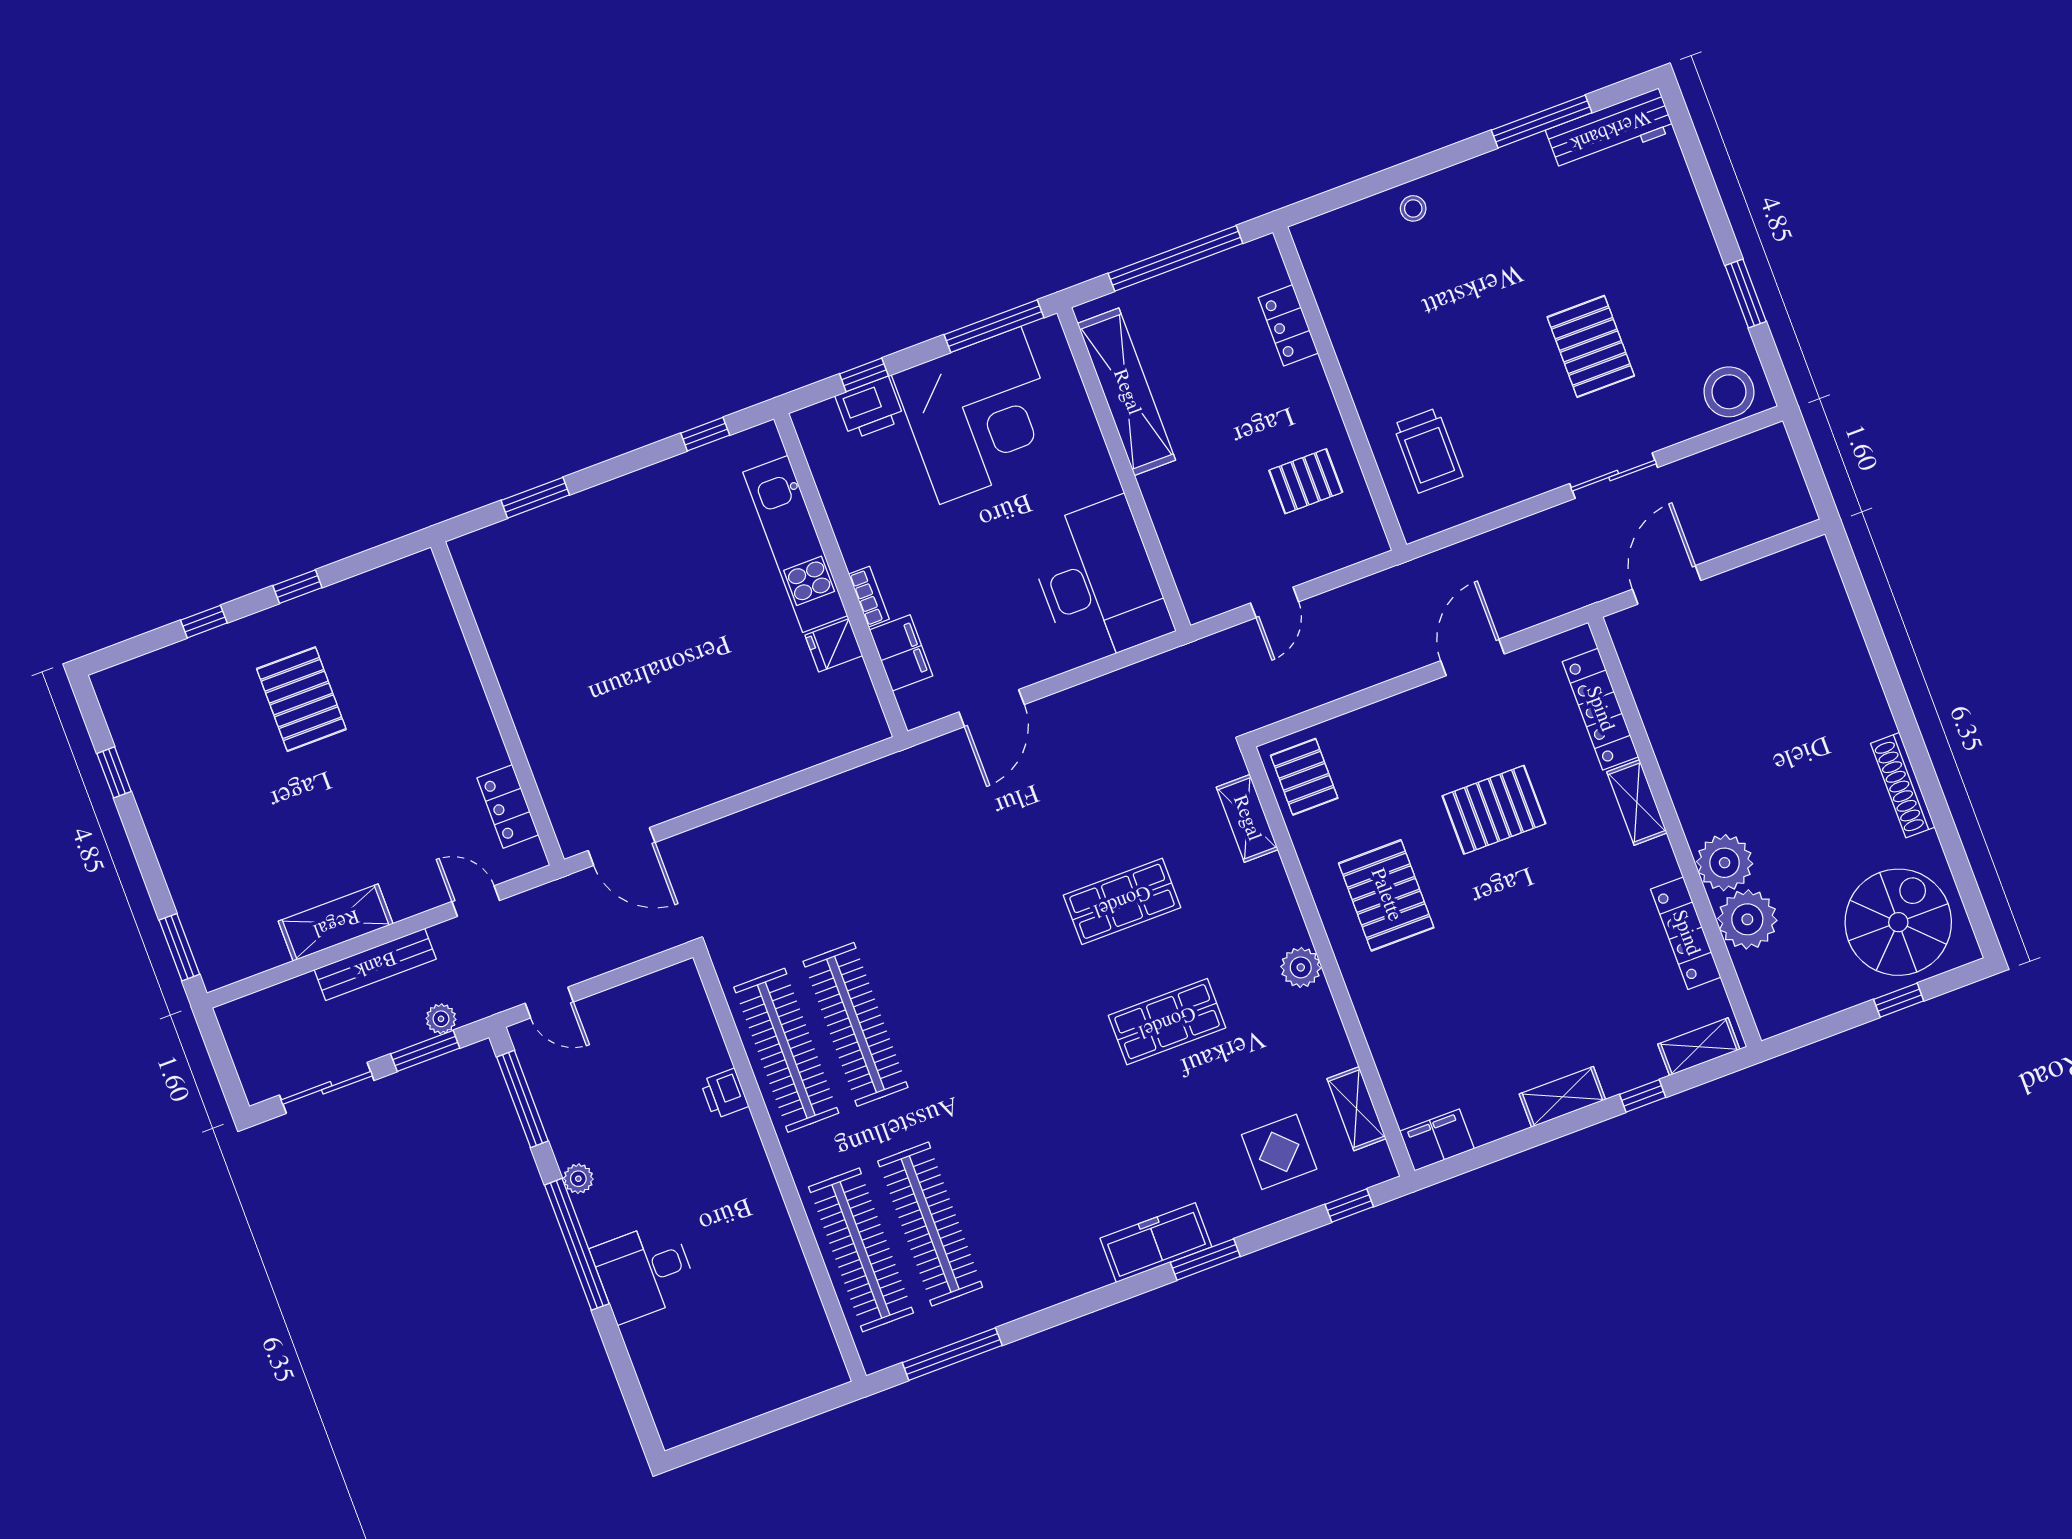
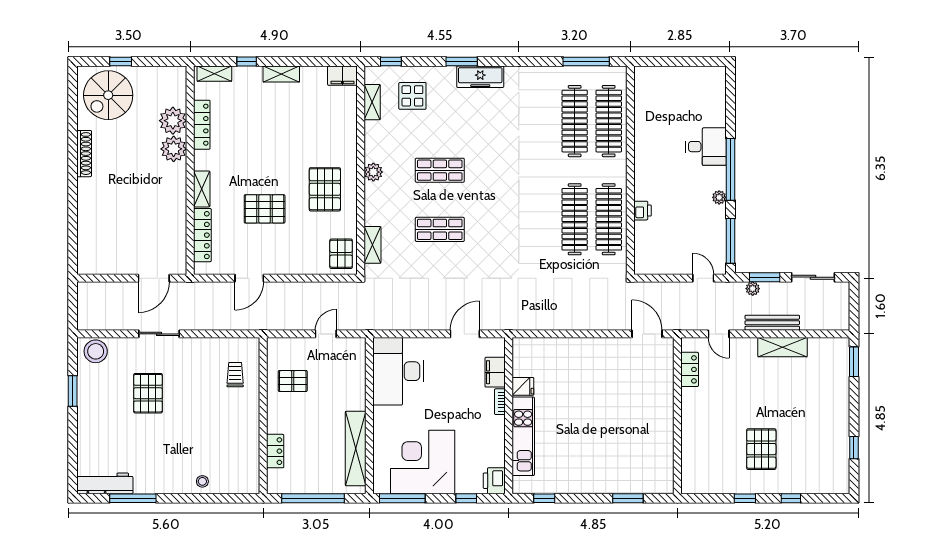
printer: (870, 408) -> (494, 481), moved, turned -90
trolley: (1428, 450) -> (235, 375), width x0.73, depth x0.72

